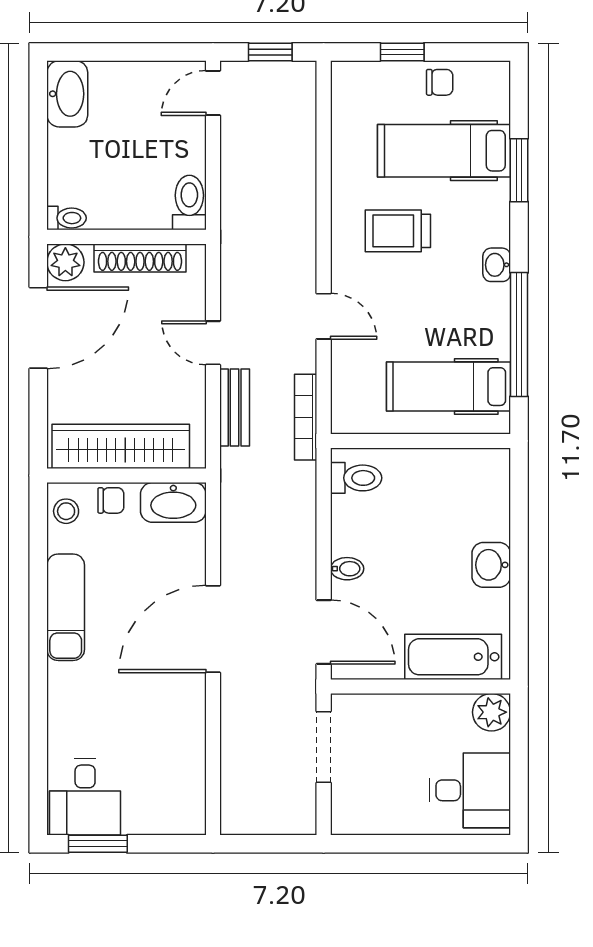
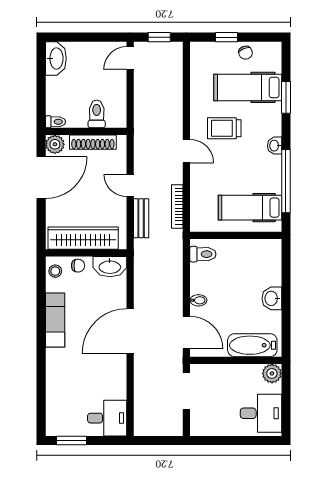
chair: (440, 82) -> (246, 53), turned 69
toilet: (189, 203) -> (97, 114), moved
door: (324, 316) -> (186, 151), moved
bookcase: (306, 417) -> (177, 206), moved
desk: (85, 797) -> (107, 418), moved, turned -90

